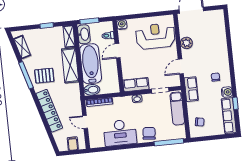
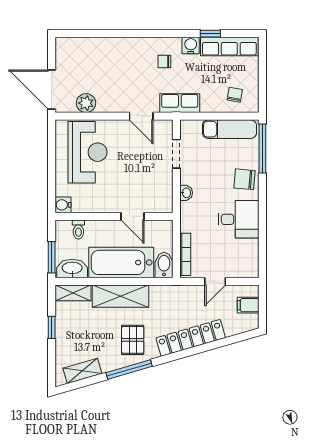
reception desk: (155, 36) -> (87, 152), turned 180
plant: (186, 43) -> (86, 103), moved
door: (118, 51) -> (133, 216), moved
row of seats: (136, 85) -> (163, 192), removed
exam couch: (177, 108) -> (229, 129), moved
desk: (120, 133) -> (239, 219), width x0.73

